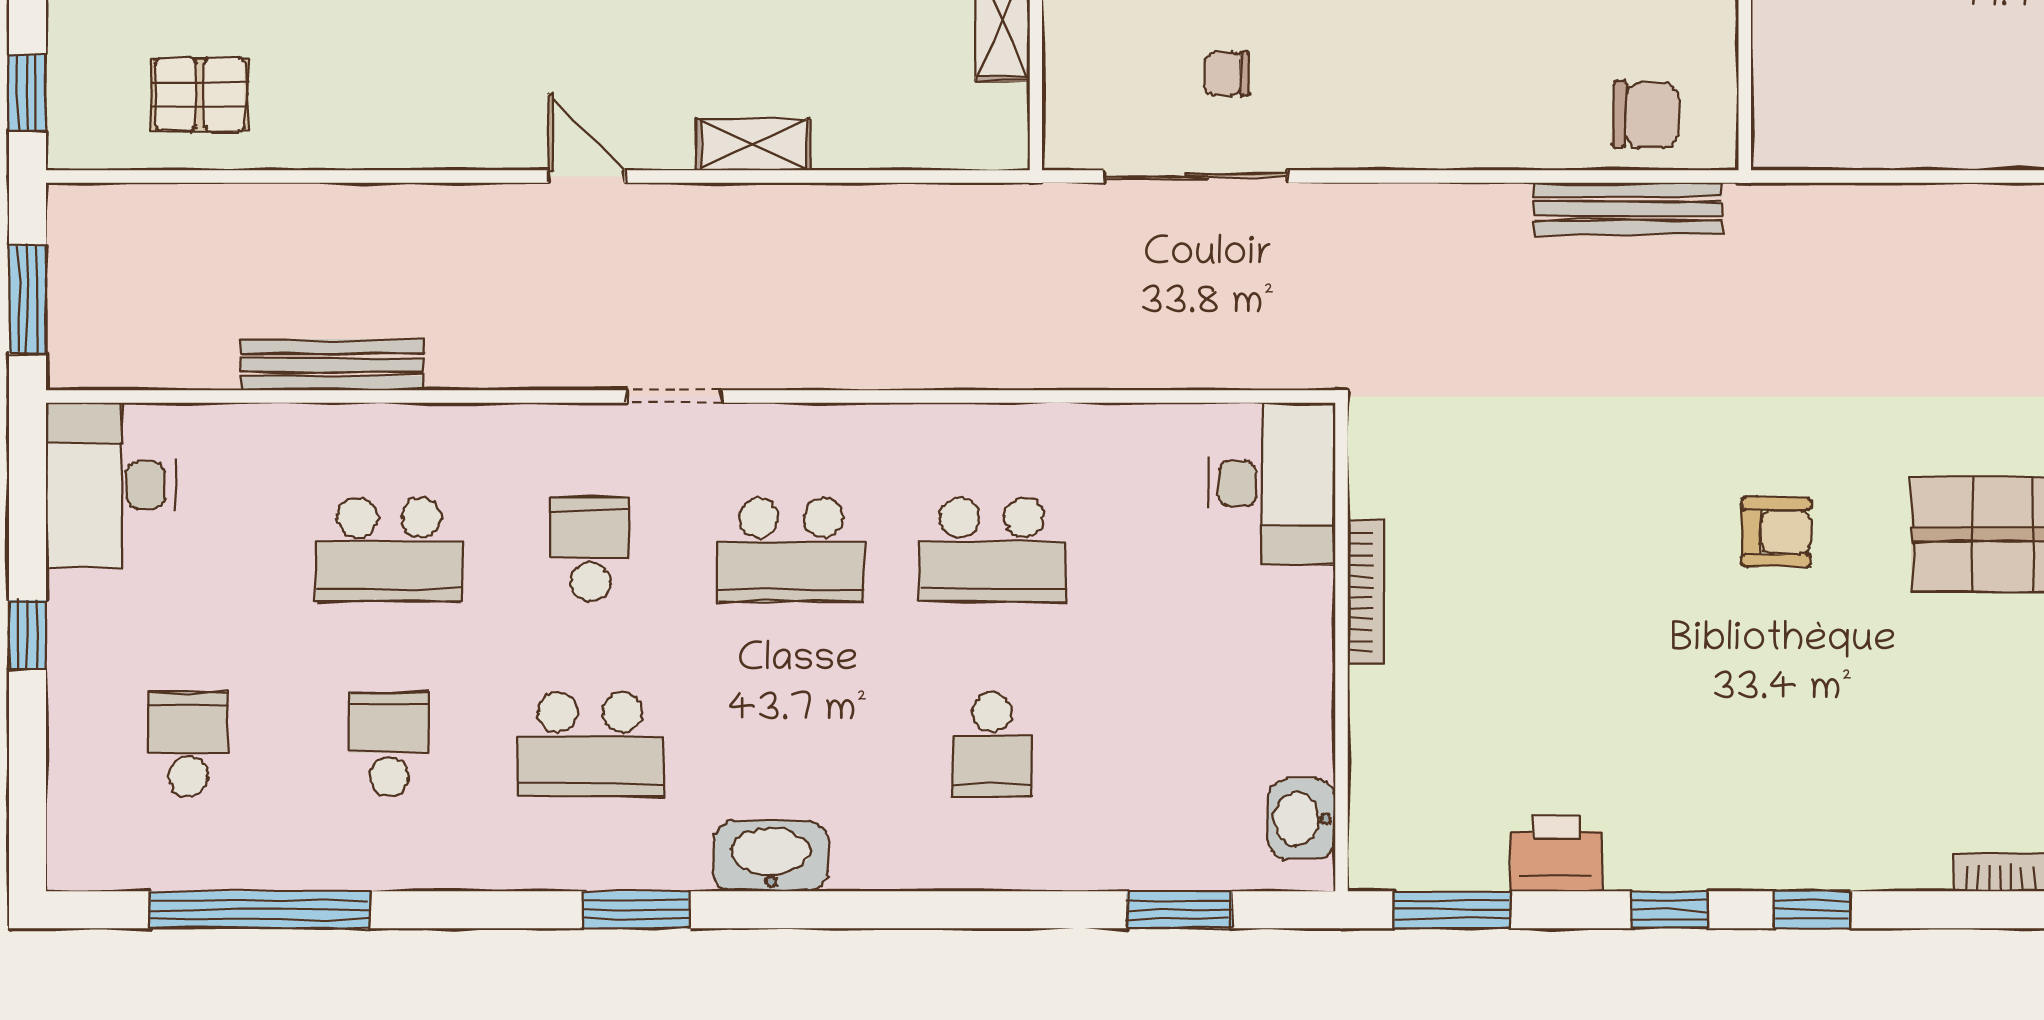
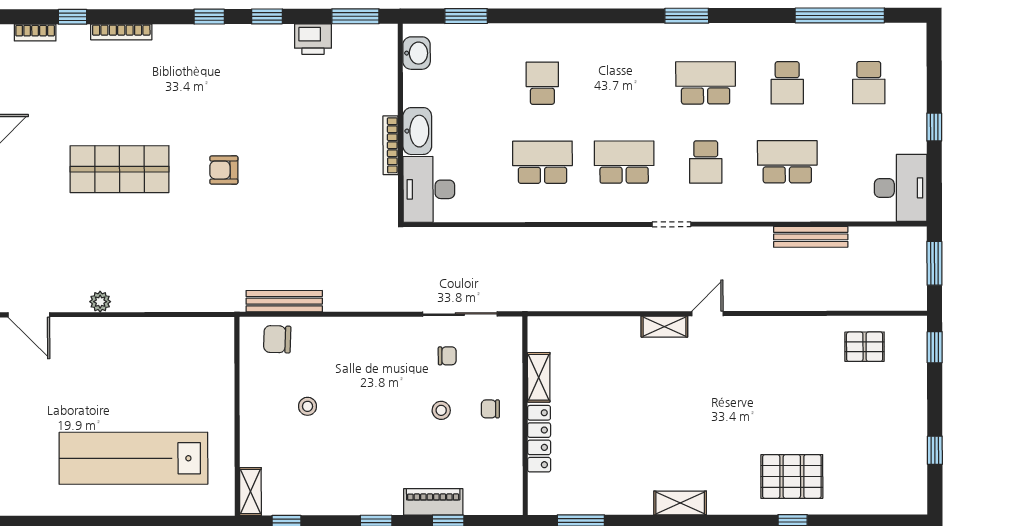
shelving: (753, 145) -> (664, 327), moved
door: (586, 176) -> (708, 314), swing flipped
washbasin: (771, 856) -> (417, 131), moved, turned -90

